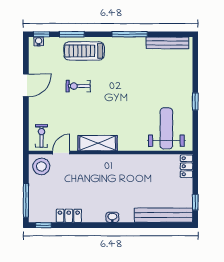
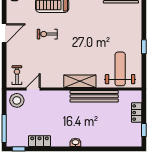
shelving: (98, 143) -> (80, 81), moved
locker: (186, 166) -> (137, 113), moved
bench: (164, 215) -> (94, 96), moved

